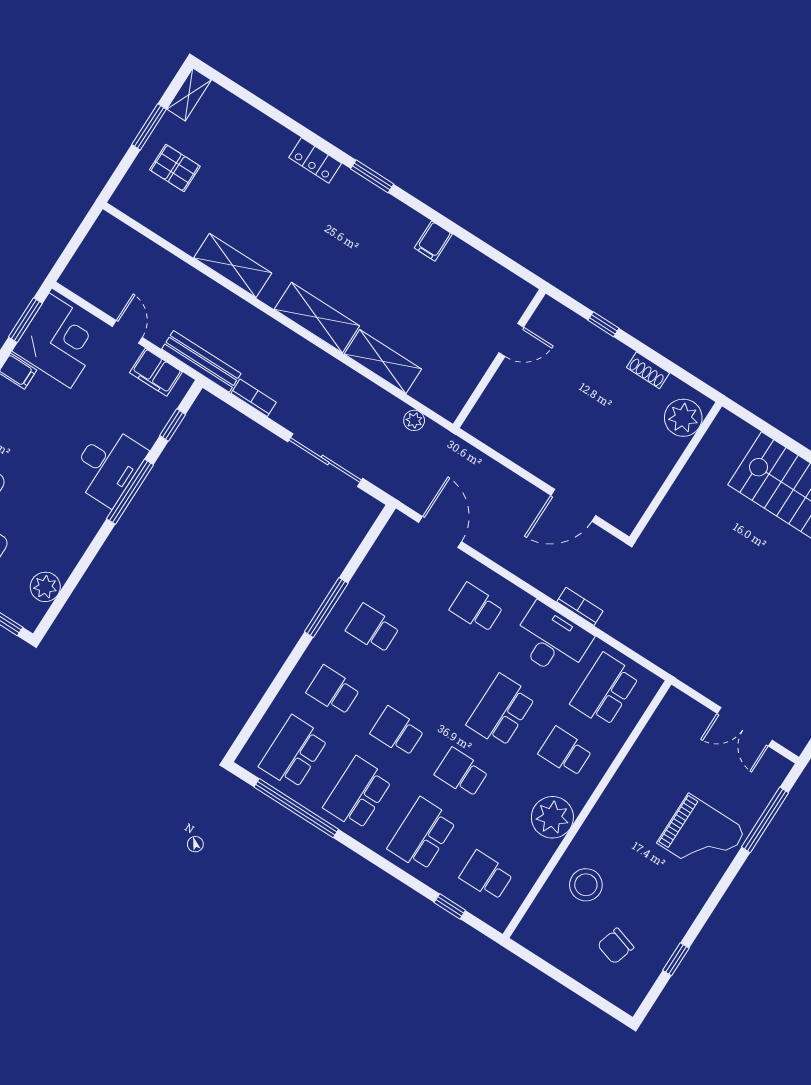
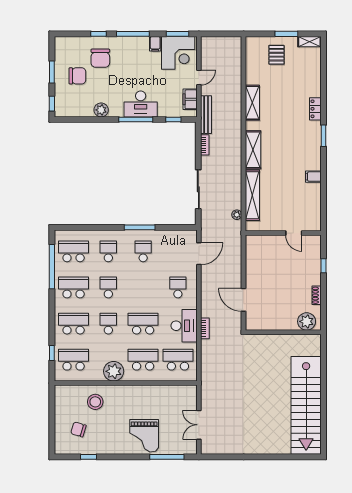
shelving: (383, 361) -> (252, 195), width x1.47
plant: (45, 587) -> (101, 110), moved
school desk: (565, 752) -> (143, 360), width x1.85
school desk: (486, 875) -> (74, 360), width x1.85

